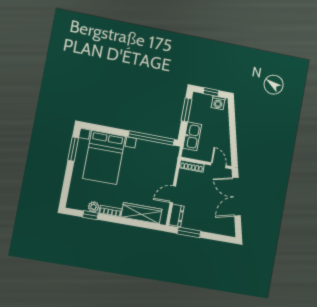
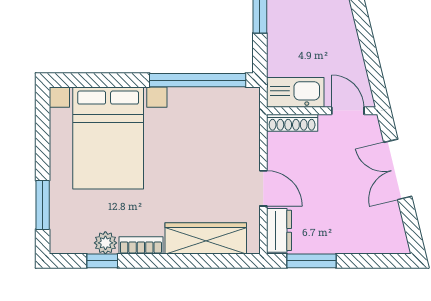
kitchen sink: (192, 136) -> (295, 92), moved, turned -90
window: (73, 149) -> (43, 205), moved
door: (173, 194) -> (263, 188), swing flipped
double door: (236, 197) -> (398, 169), width x0.73

